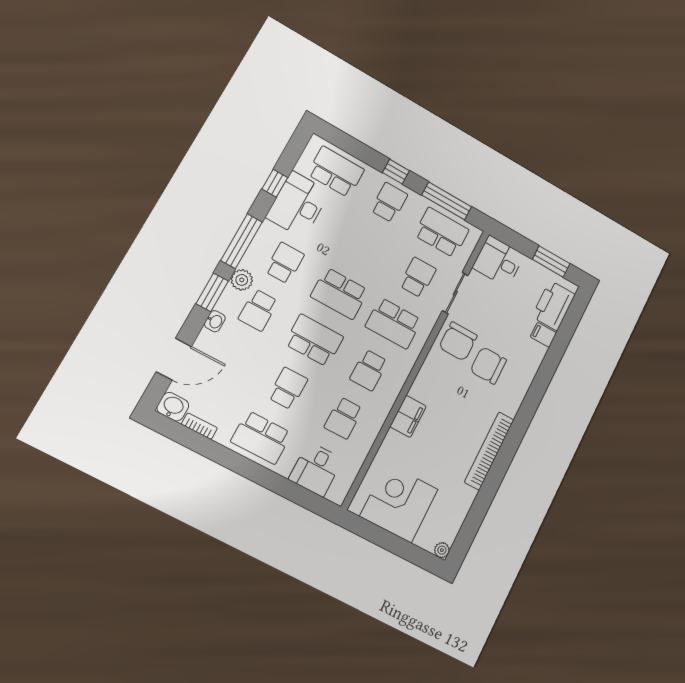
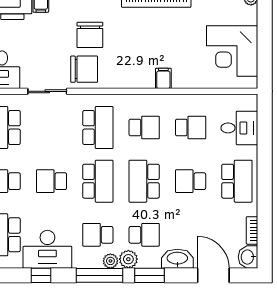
plant: (250, 261) -> (110, 261), added
school desk: (418, 277) -> (51, 181), moved
washbasin: (215, 321) -> (177, 259), width x1.91, depth x1.45
filing cabinet: (408, 416) -> (163, 78), width x0.50

